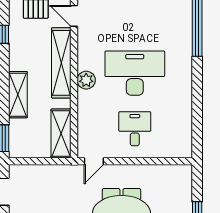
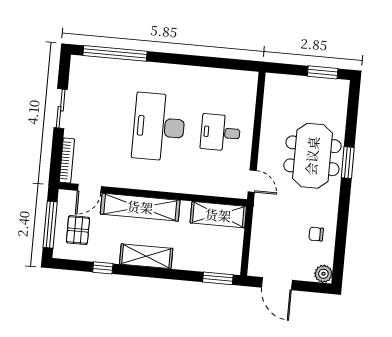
plant: (86, 80) -> (162, 181), removed
shelving: (18, 95) -> (146, 256), moved

